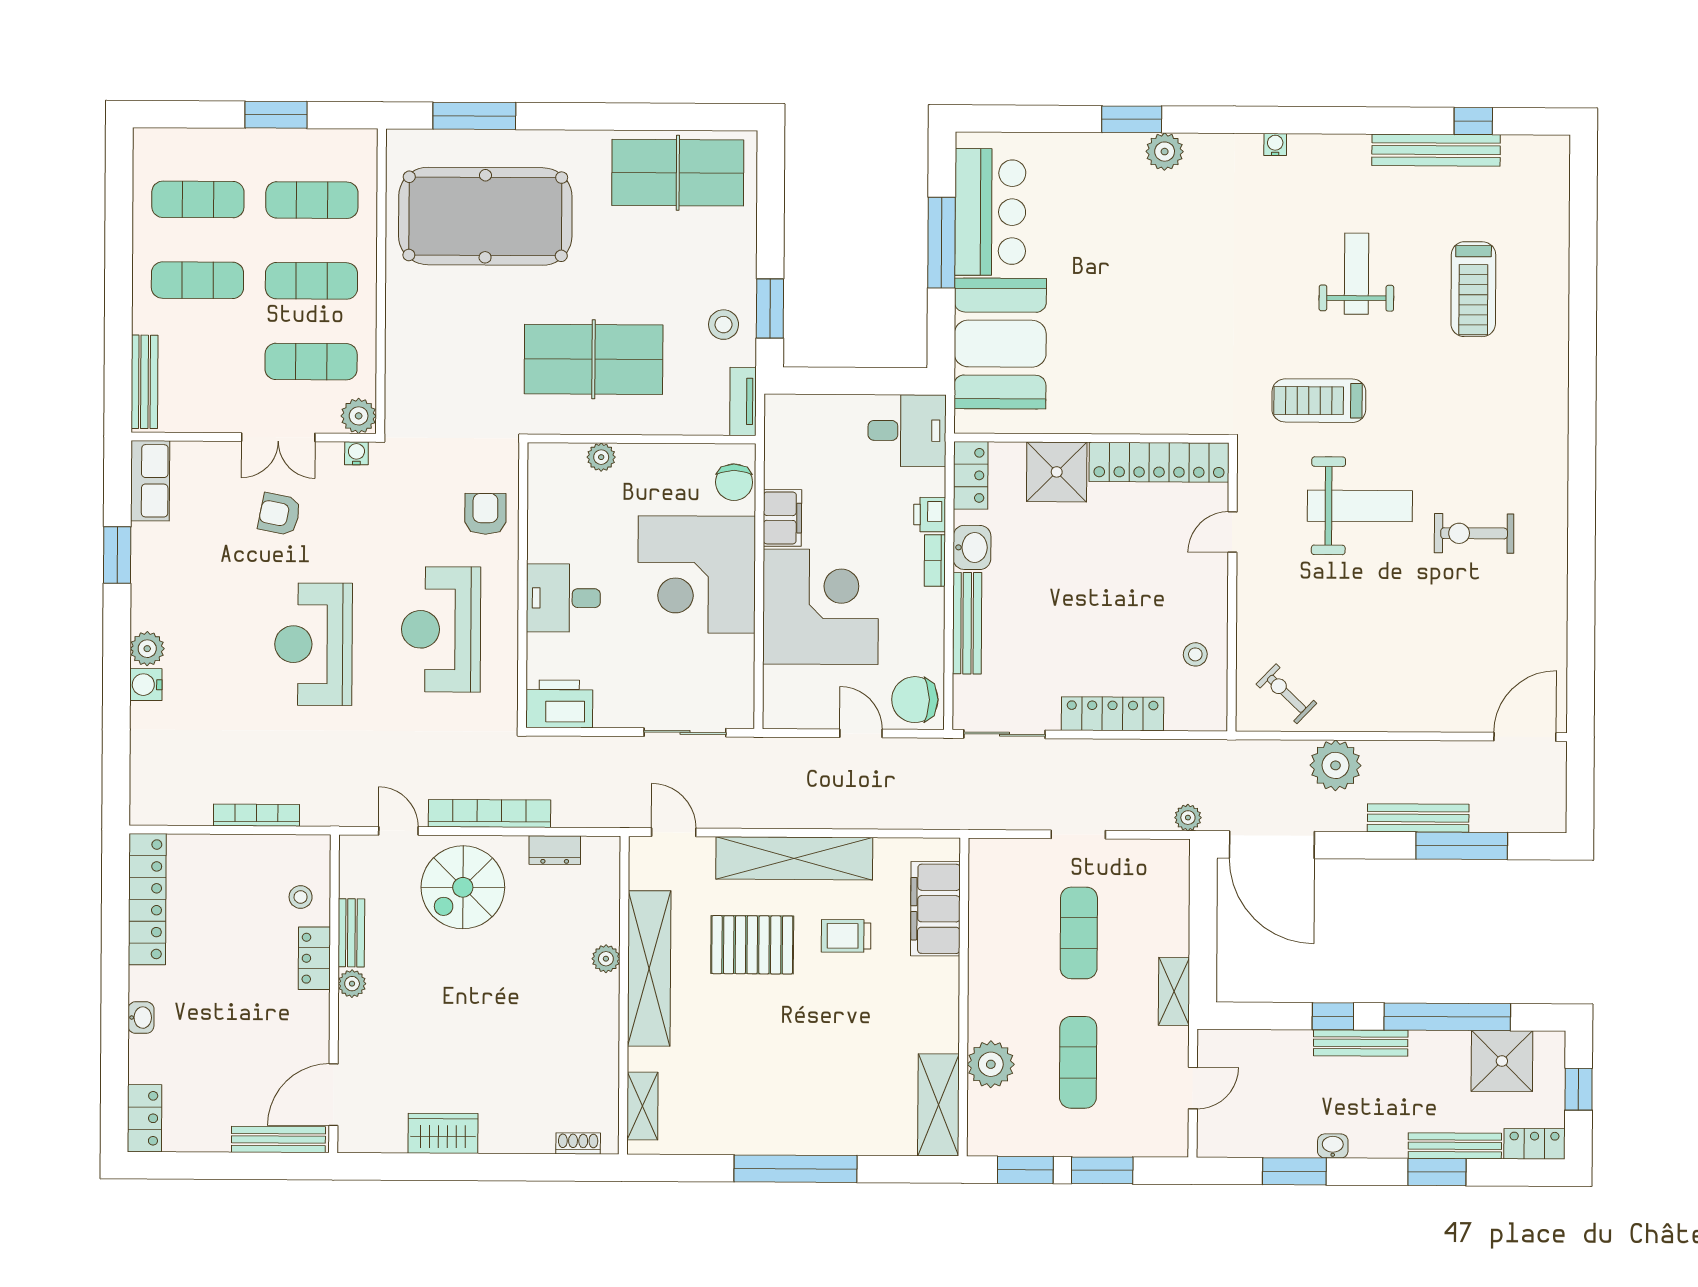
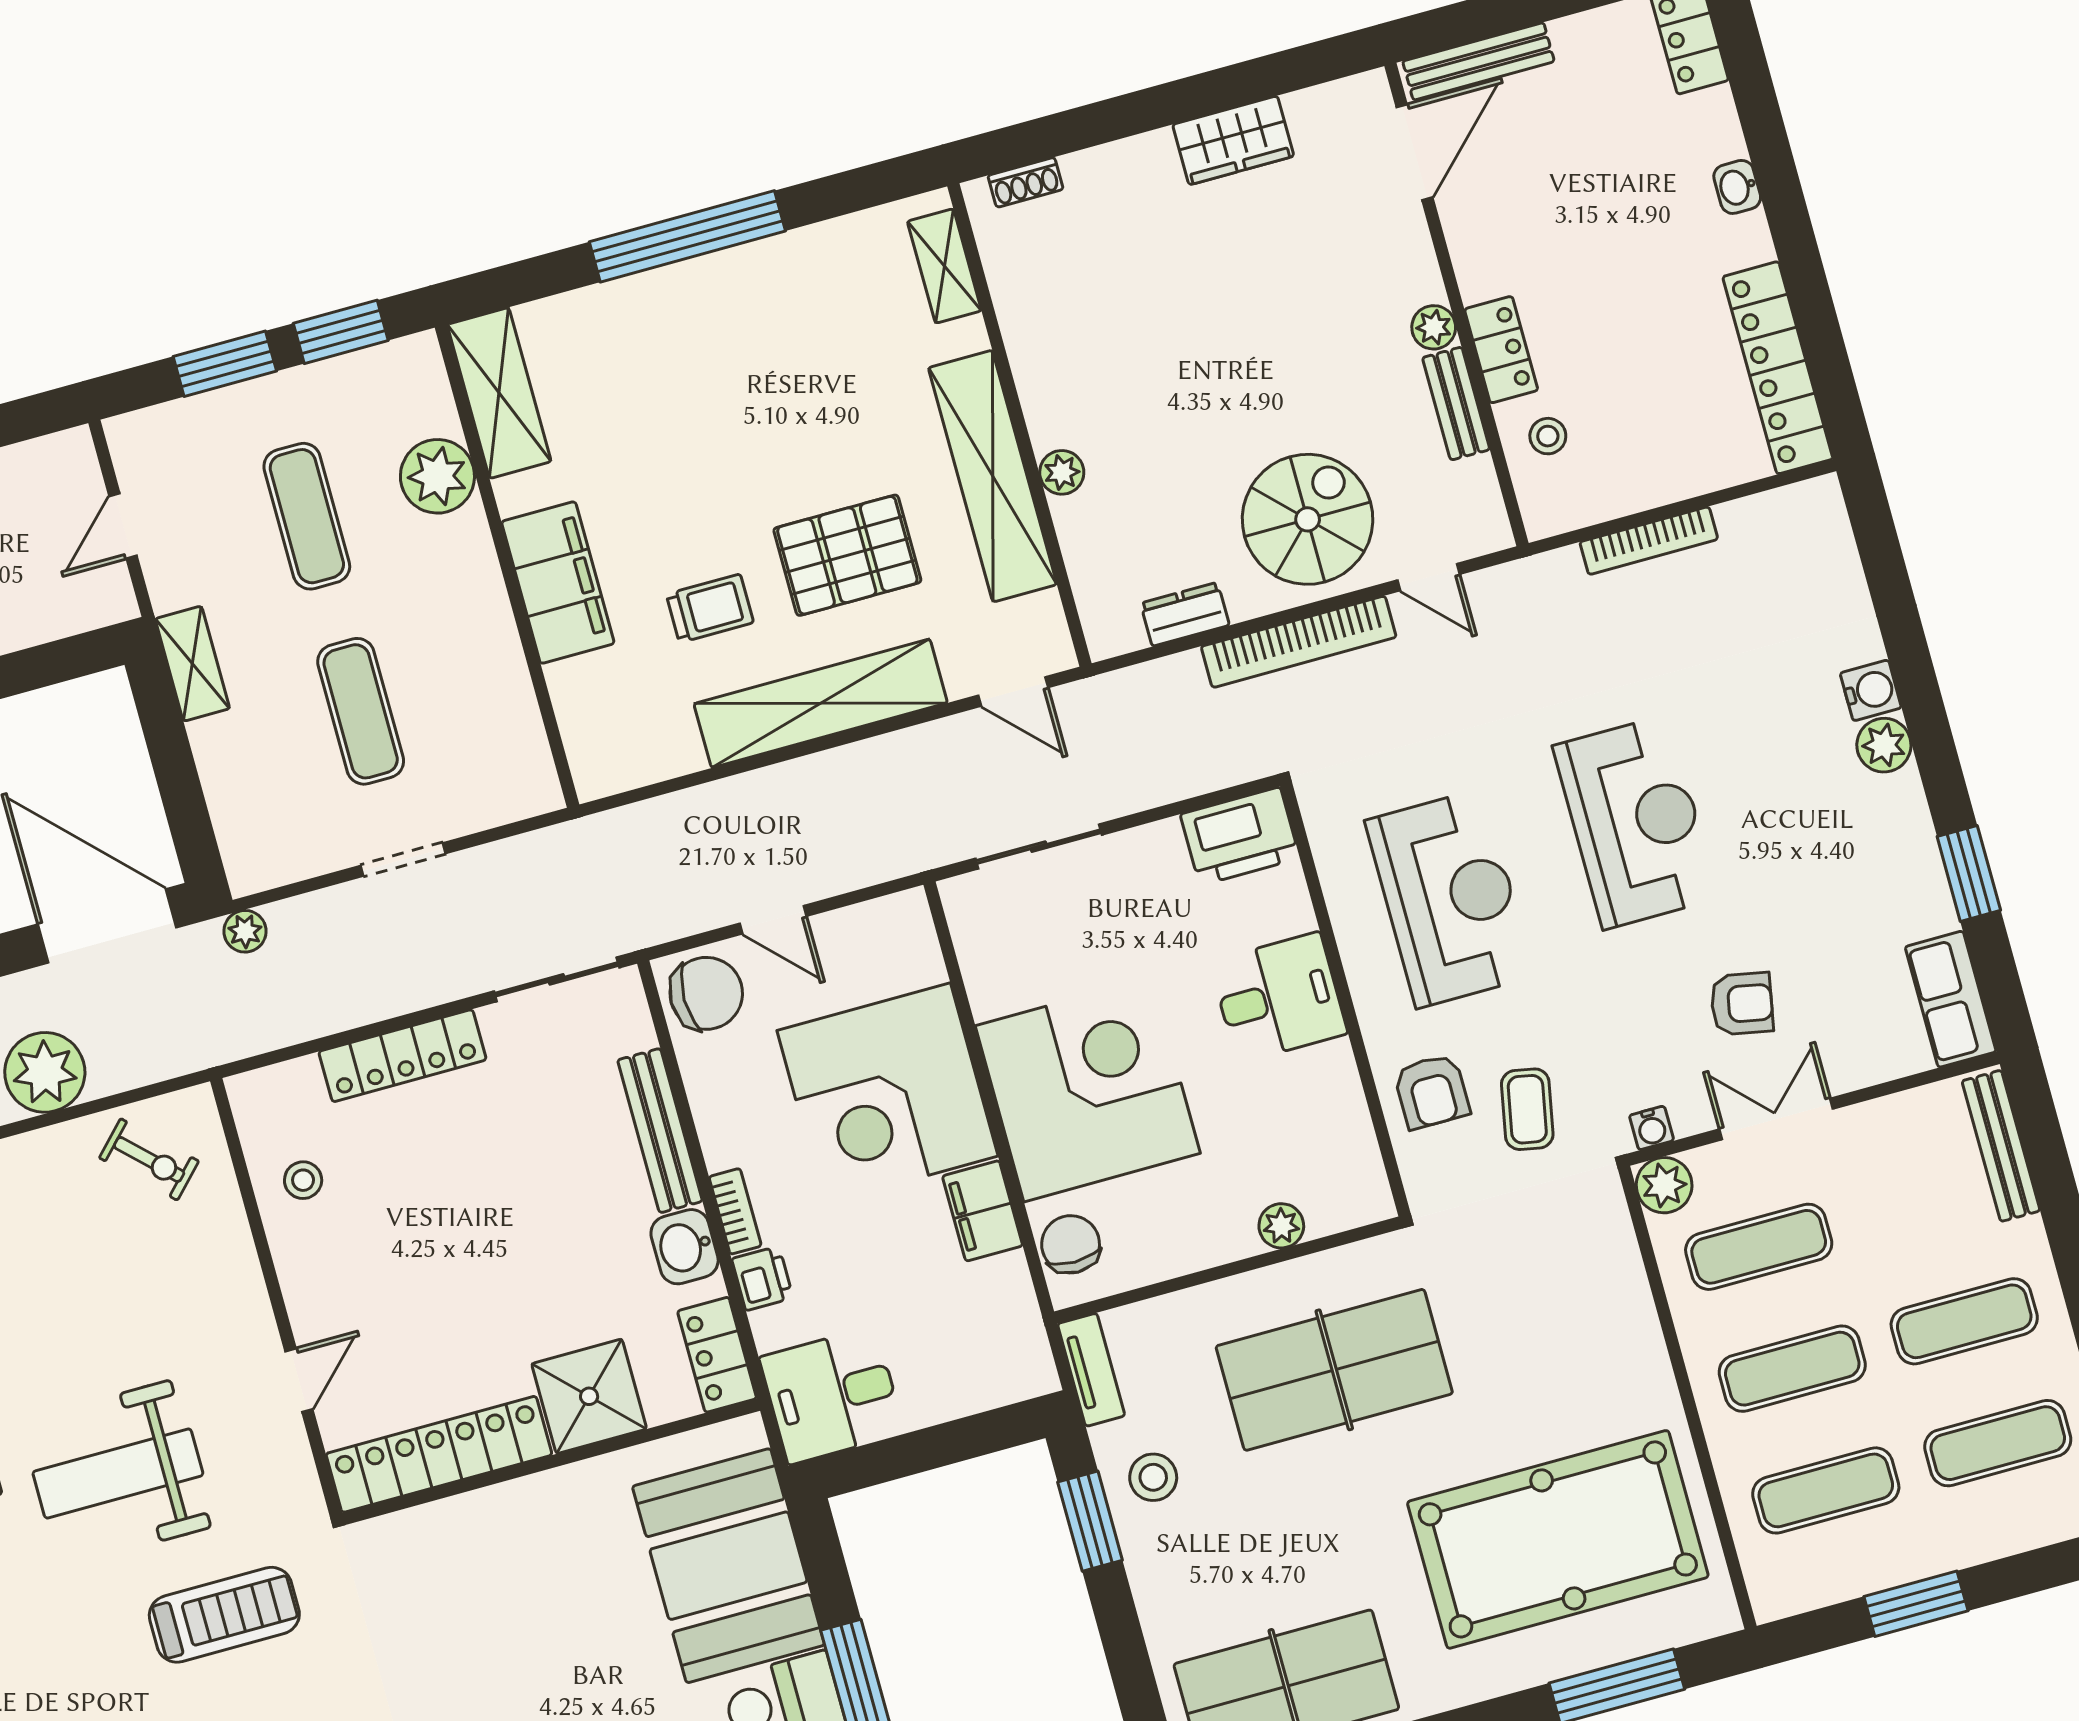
coffee table: (430, 486) -> (1527, 1109), added
filing cabinet: (935, 909) -> (558, 583), moved

